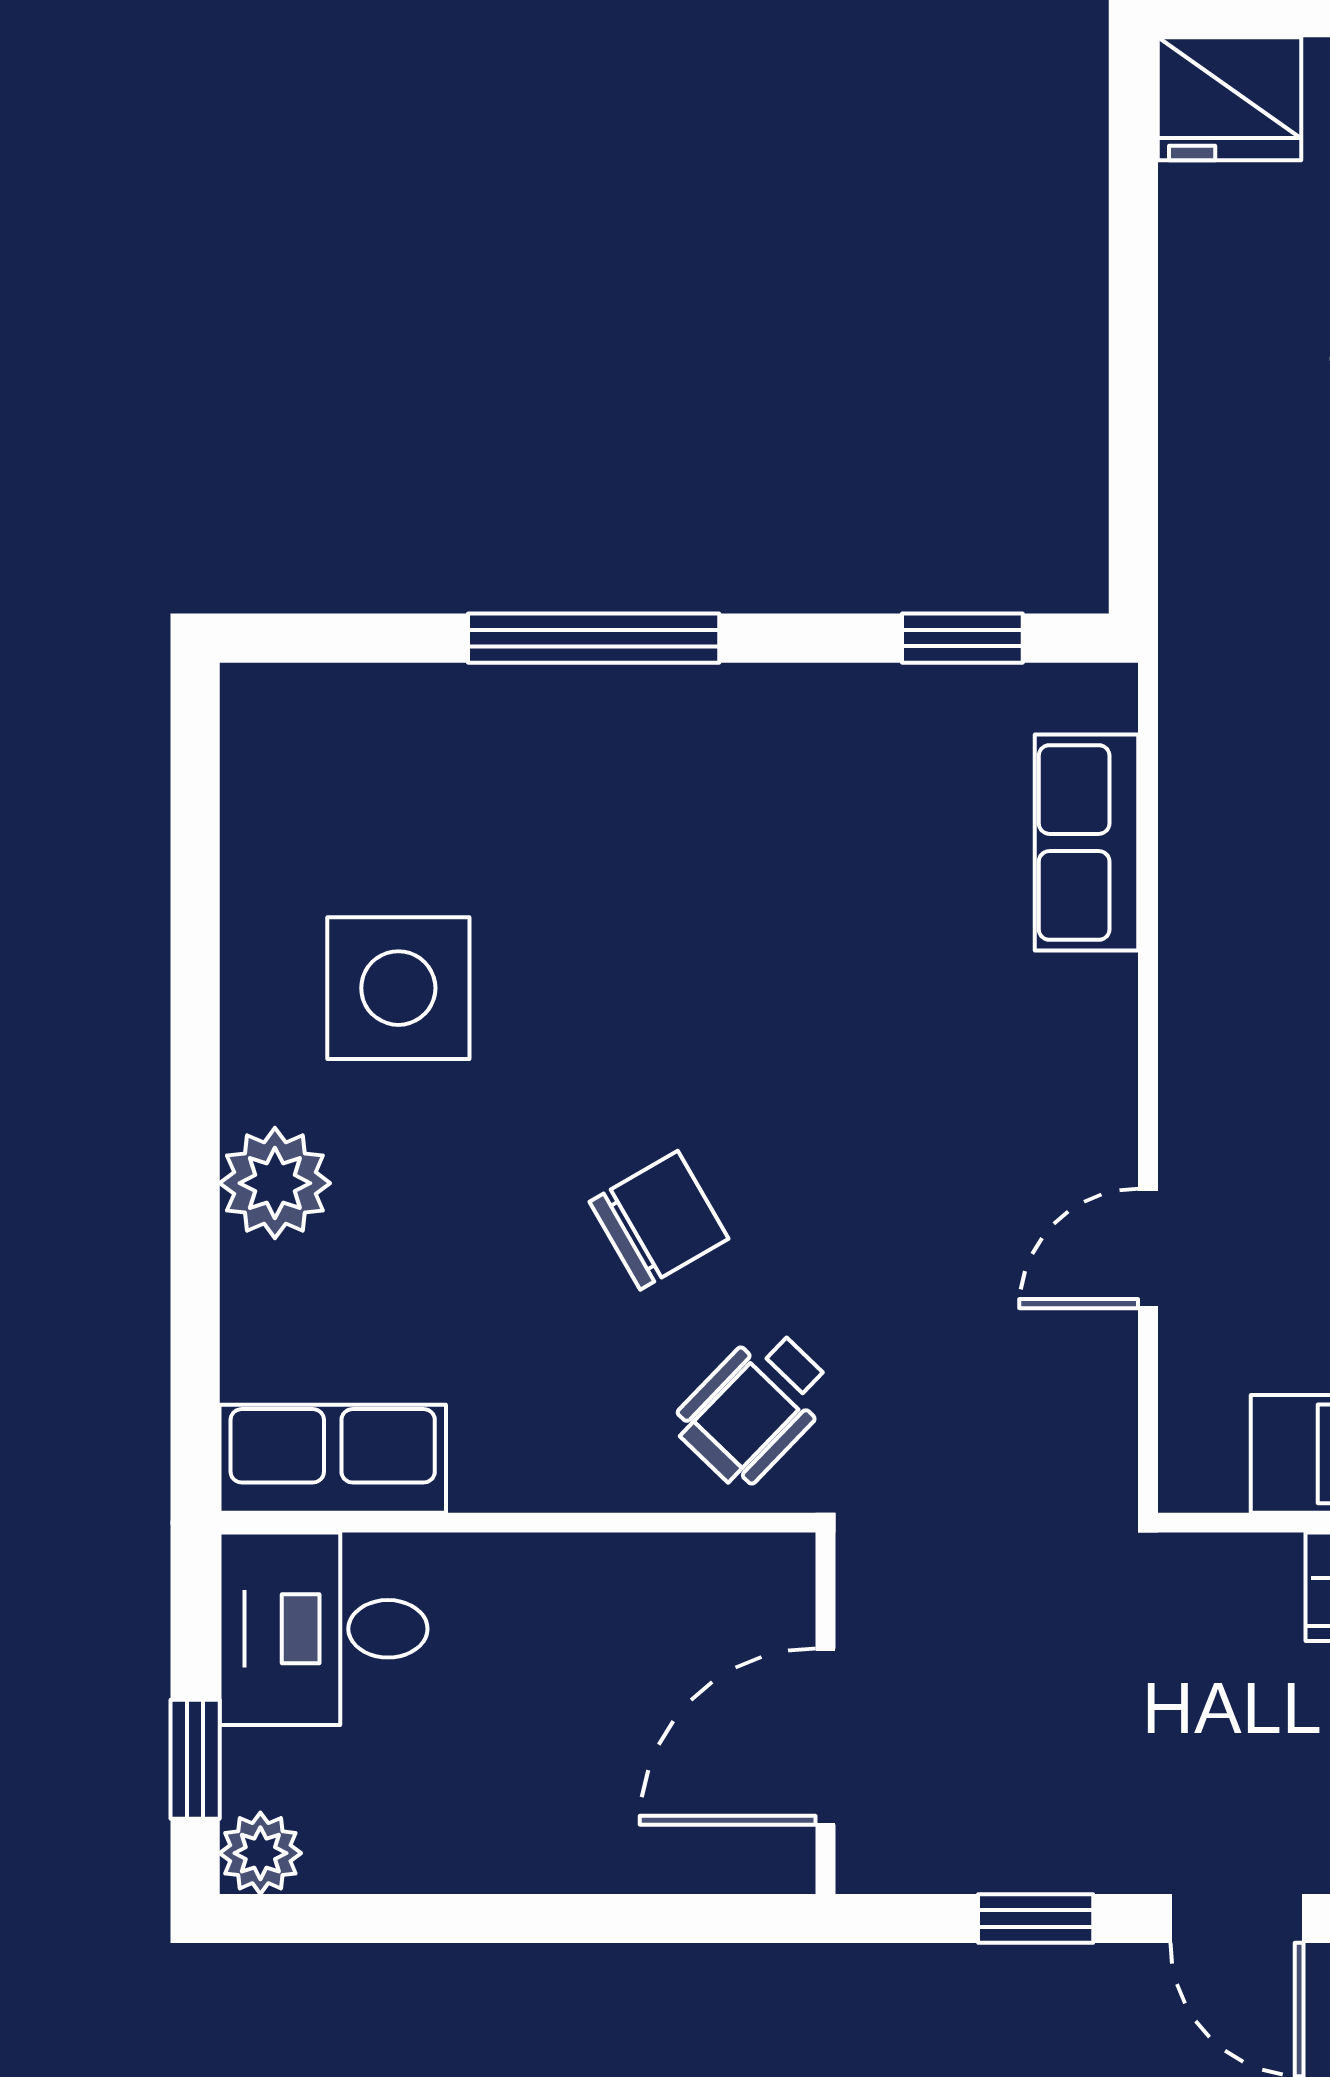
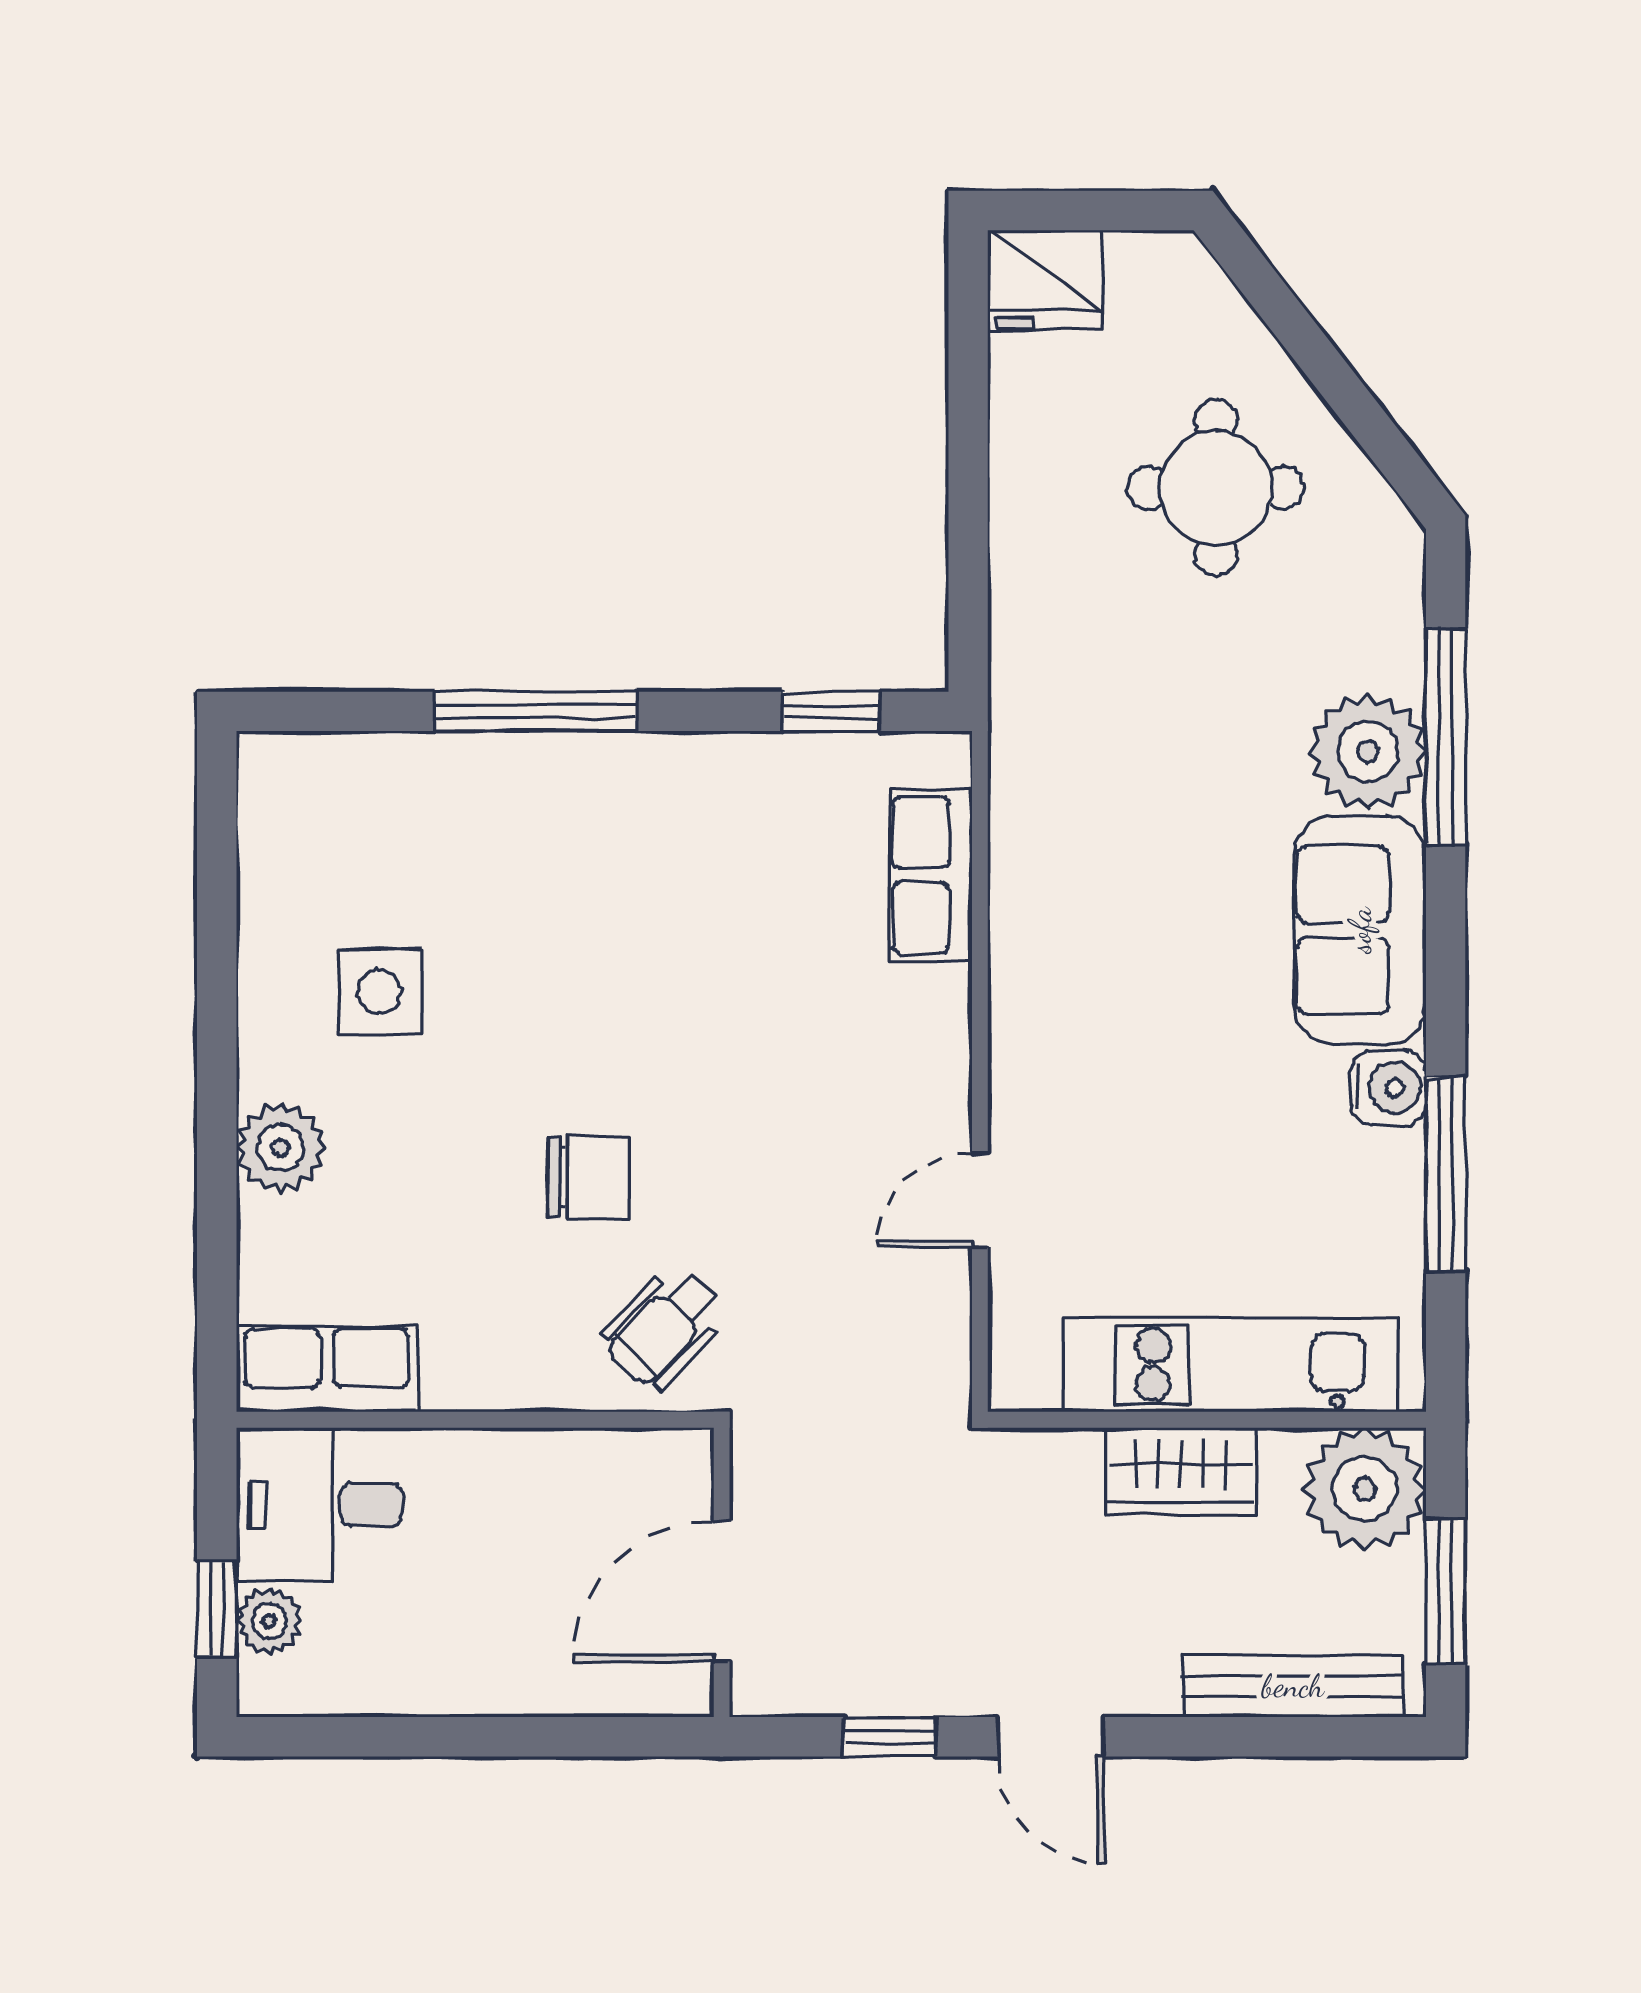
side table: (398, 988) -> (379, 992), width x0.73, depth x0.73
chair: (659, 1220) -> (588, 1178), turned 30
plant: (260, 1853) -> (269, 1621), moved

